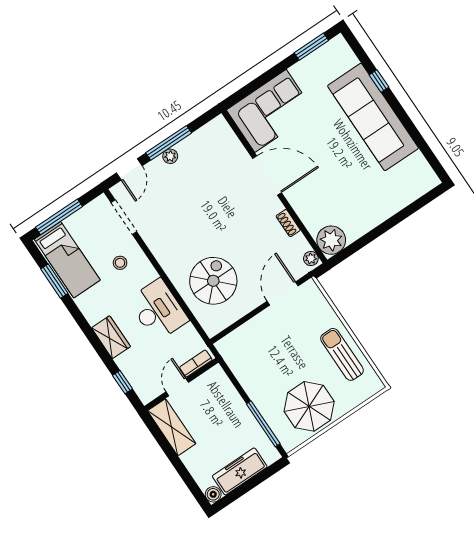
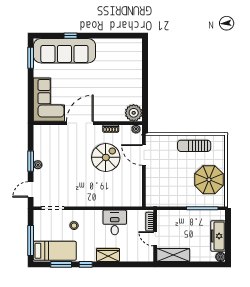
sofa: (373, 117) -> (64, 51), moved
window: (169, 143) -> (31, 161), width x0.69
door: (129, 169) -> (31, 190), swing flipped
spiral stairs: (213, 281) -> (106, 157), moved, turned 90
desk: (158, 310) -> (115, 222), width x0.73
window: (123, 382) -> (86, 264), moved

